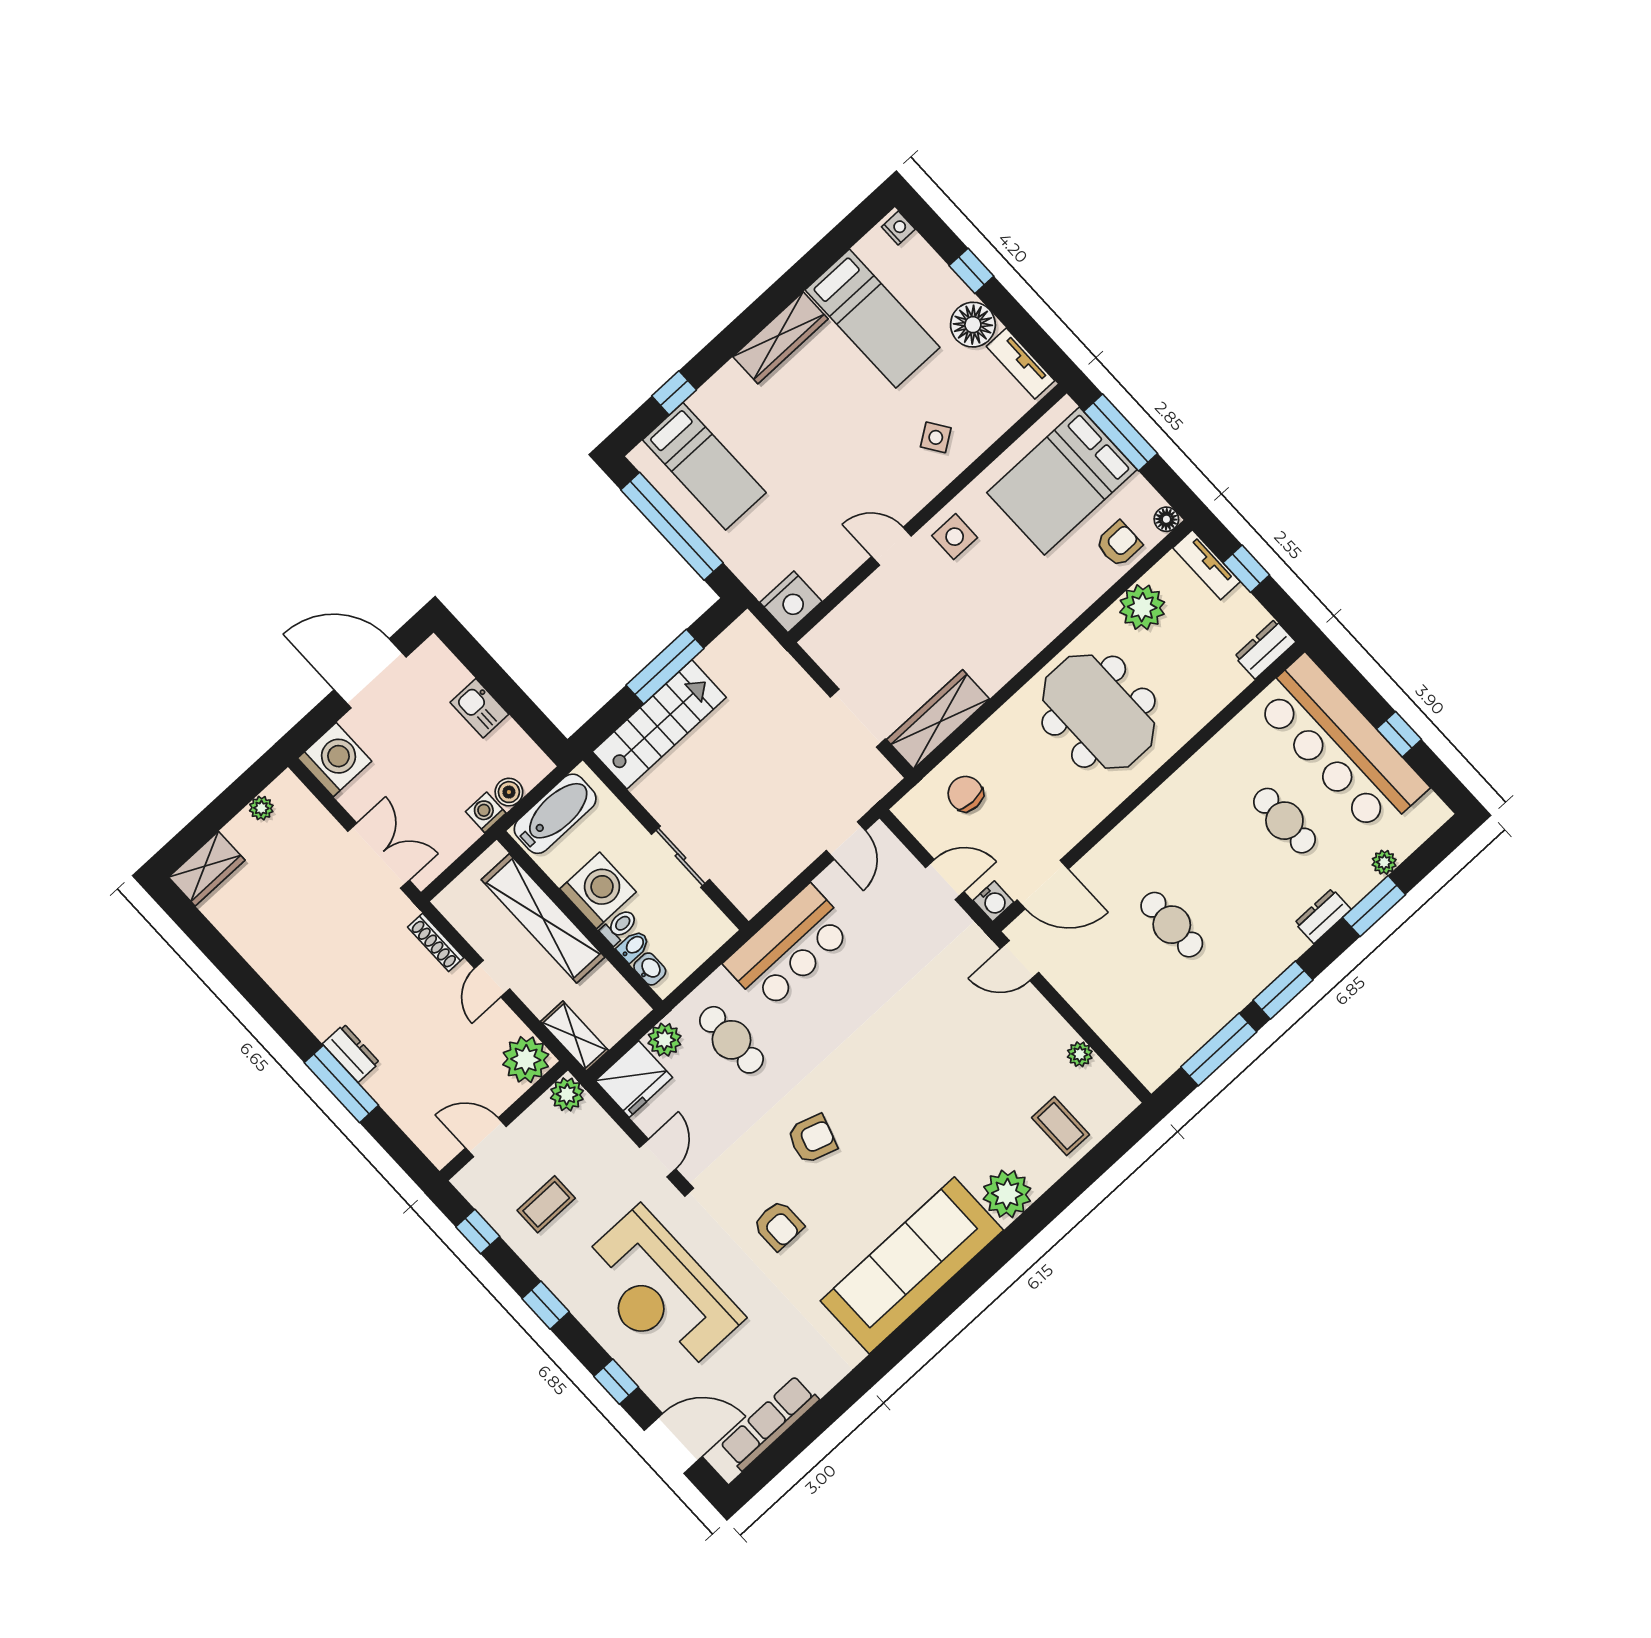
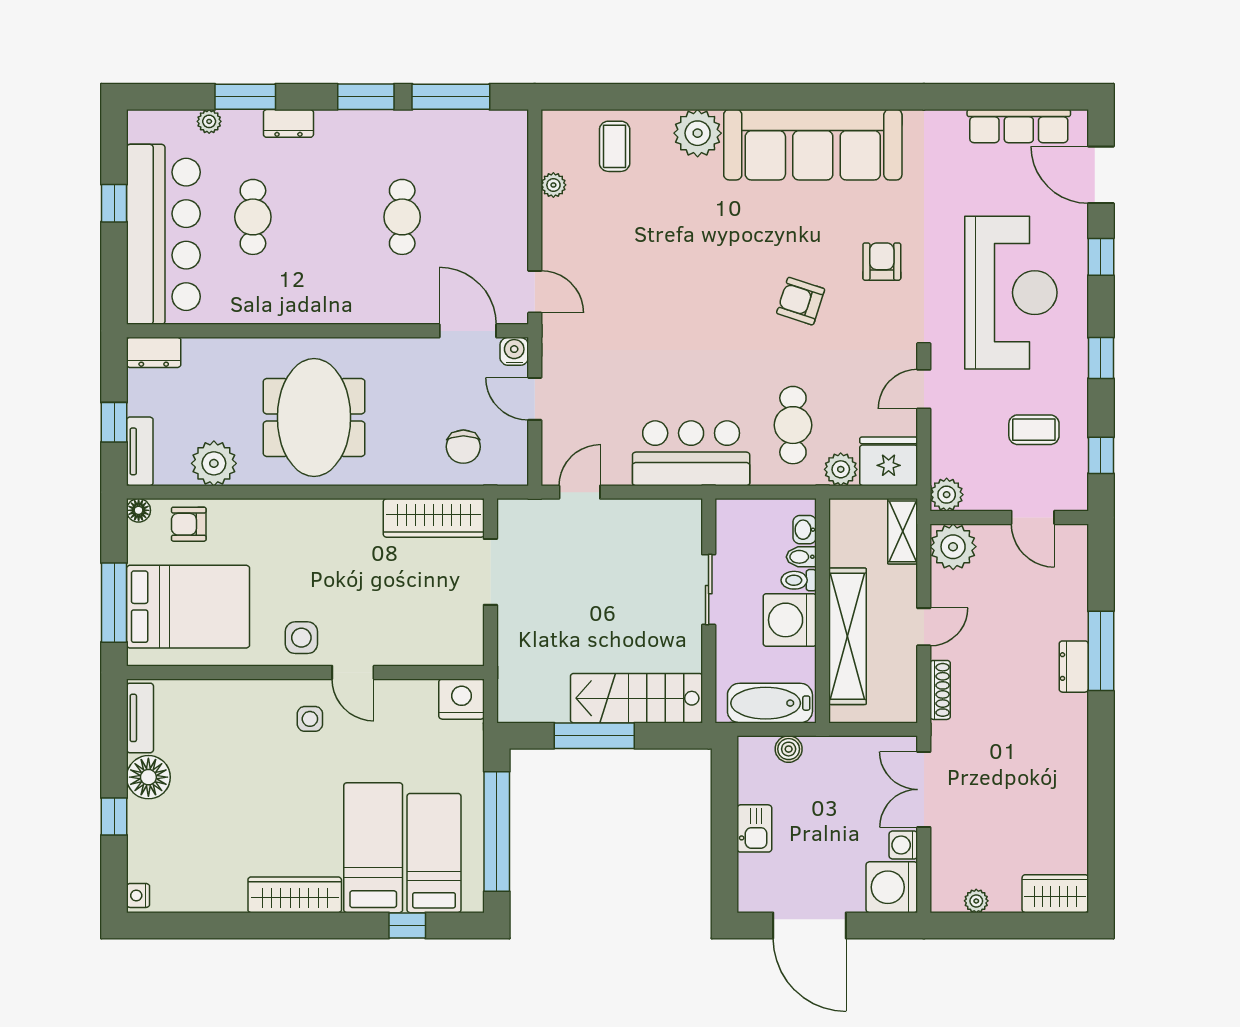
bed: (873, 319) -> (373, 848), moved
side table: (936, 437) -> (310, 719), moved, turned 34
washing machine: (486, 812) -> (903, 845), moved, turned 90

